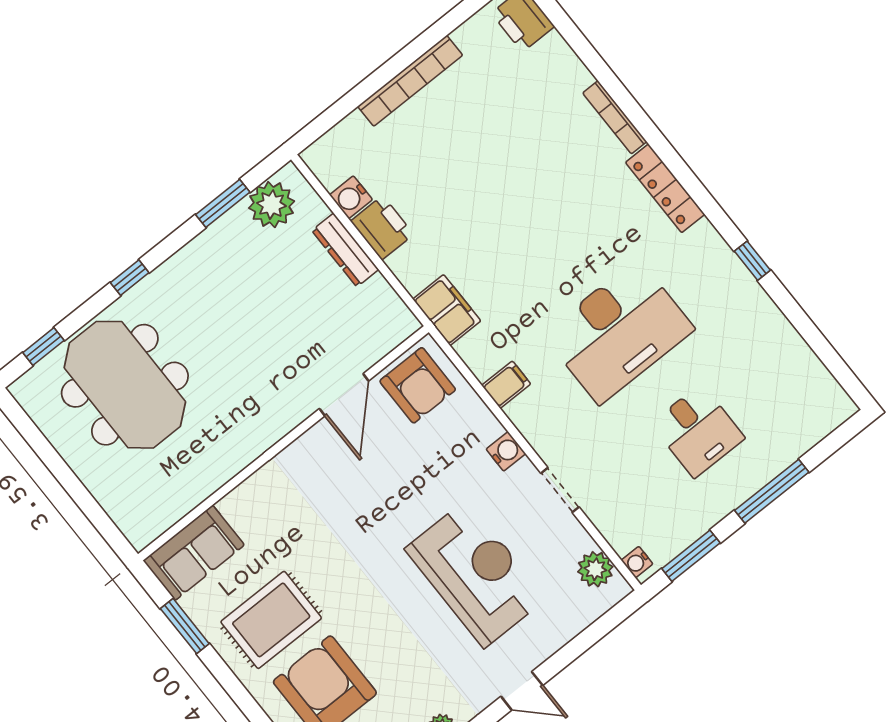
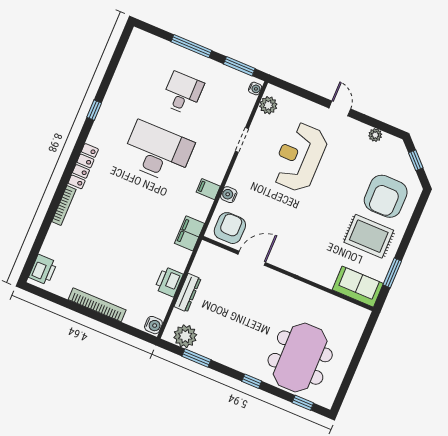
water cooler: (351, 197) -> (153, 325), moved
water cooler: (506, 451) -> (229, 195), moved

